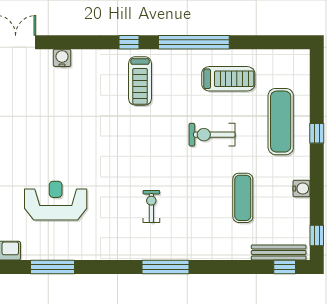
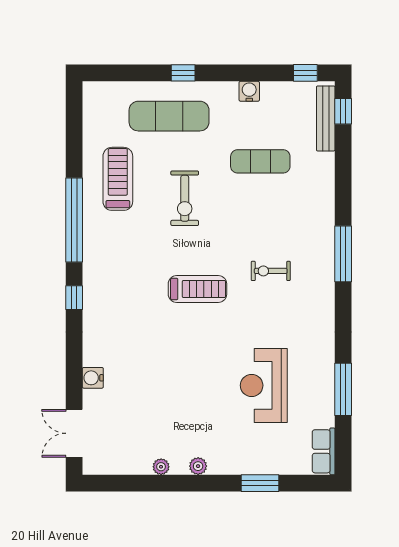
treadmill: (140, 81) -> (197, 289), moved

